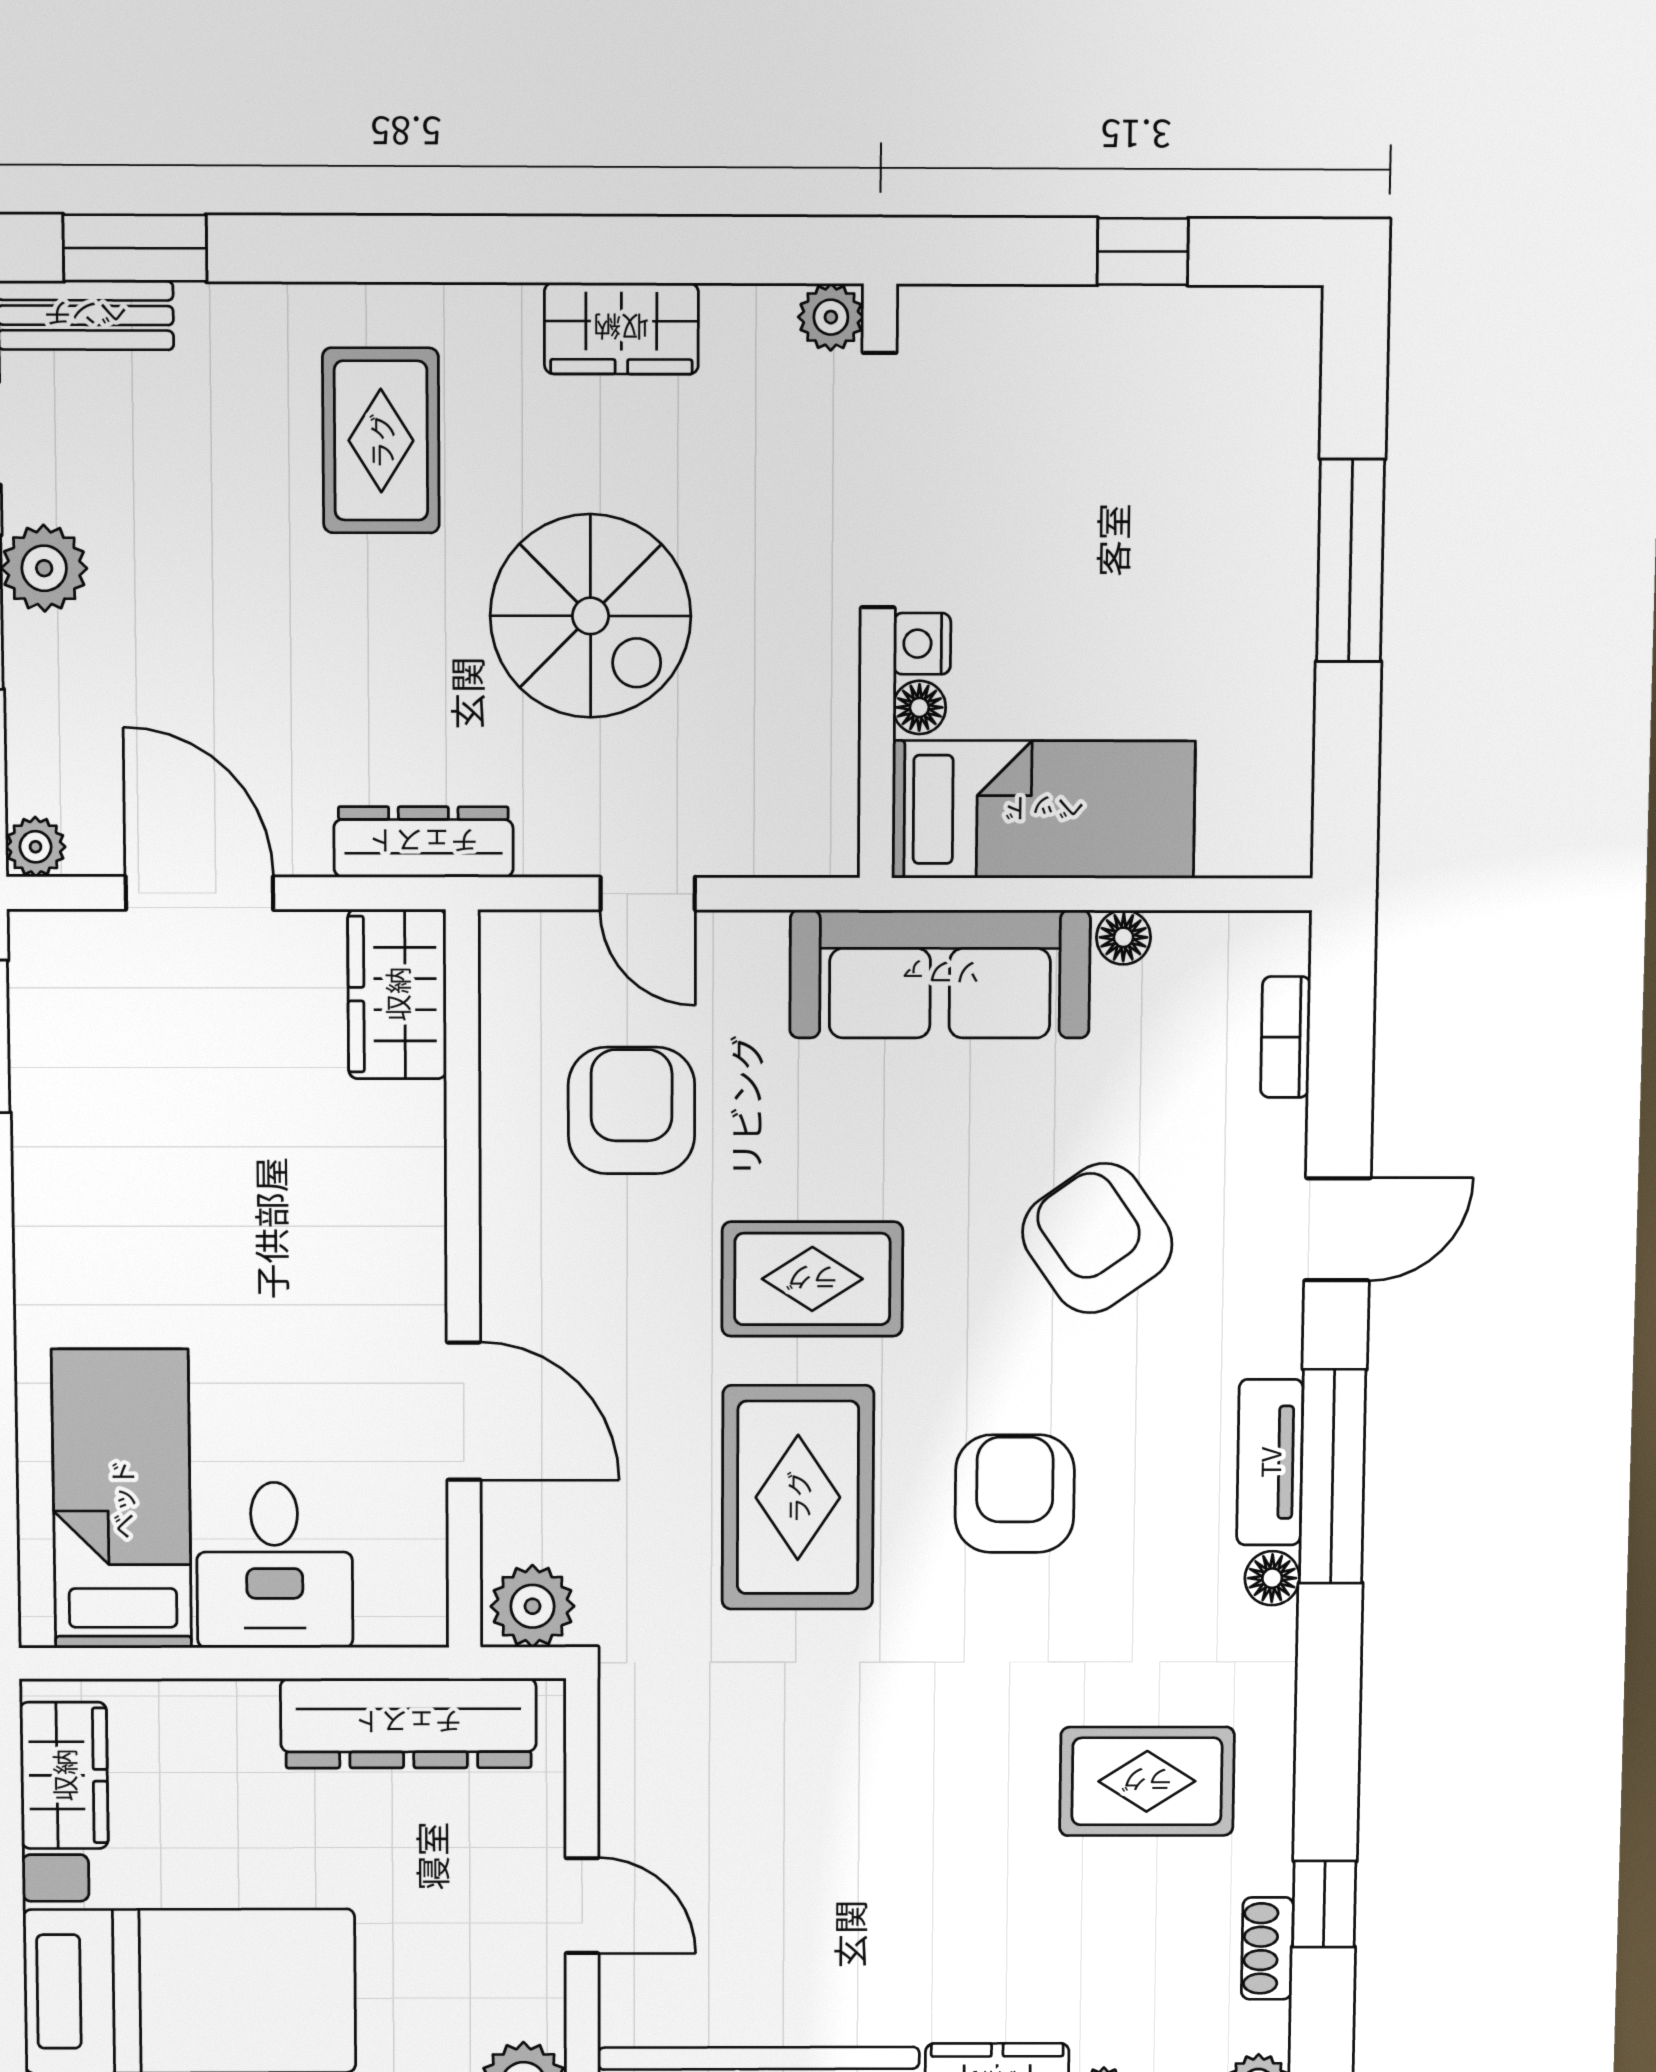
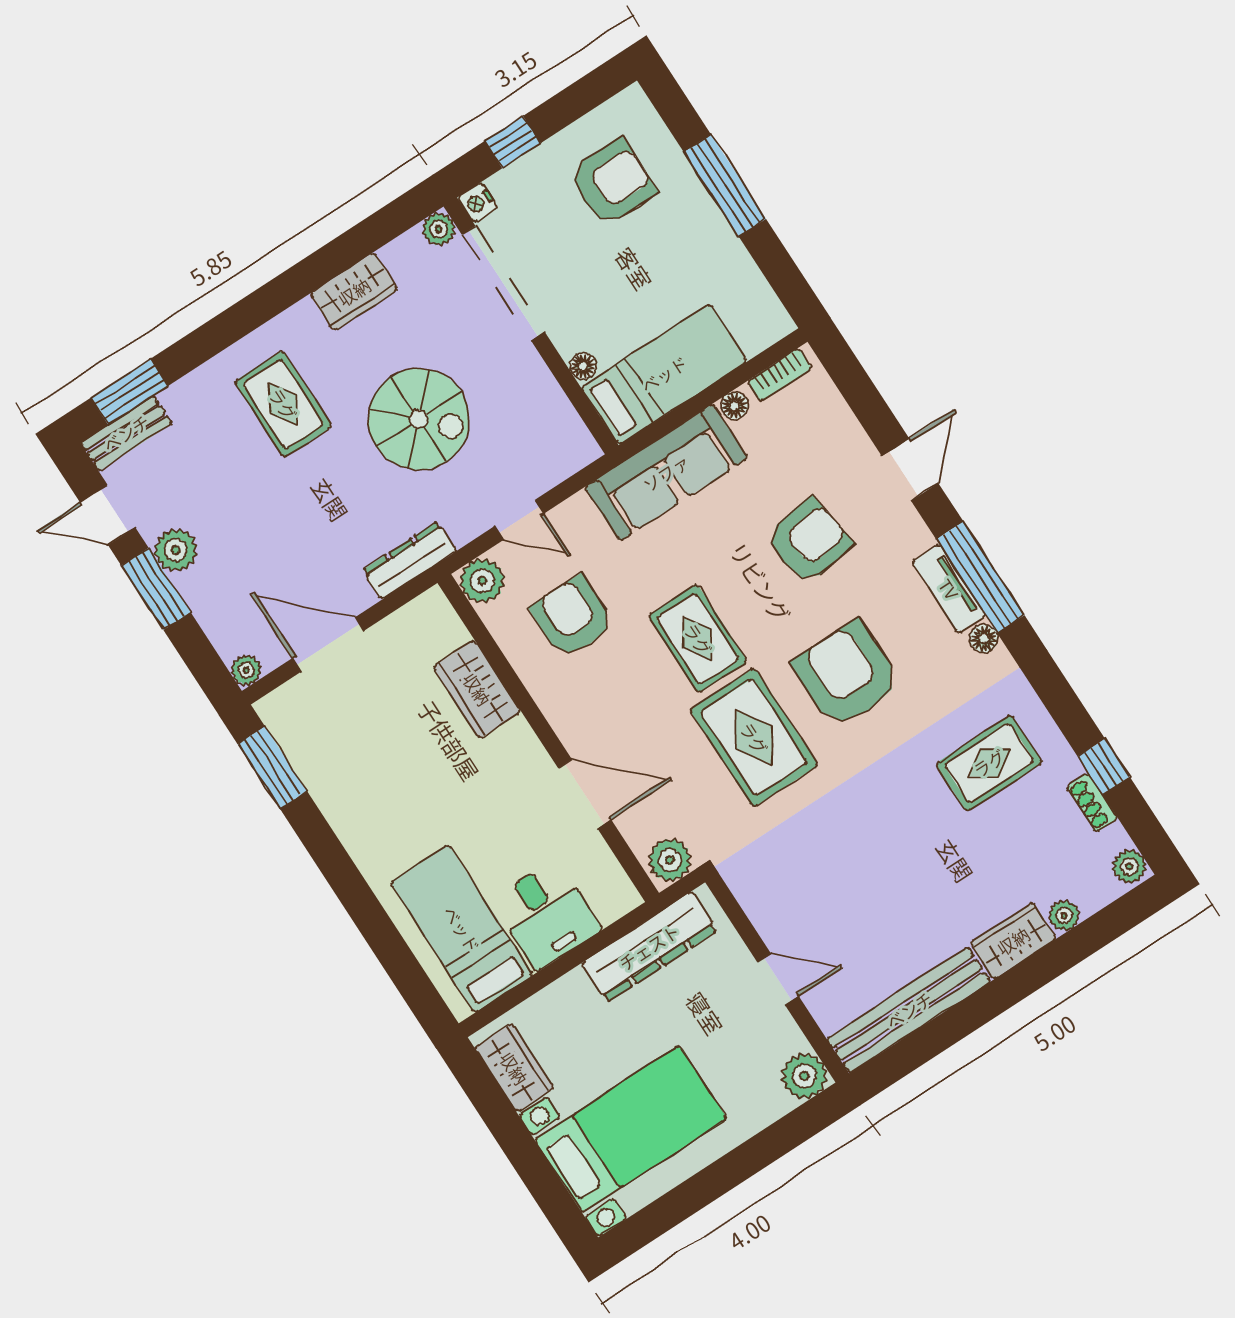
window: (1143, 252) -> (513, 142), moved
armchair: (1169, 431) -> (612, 183), added
nightstand: (922, 644) -> (478, 203), moved
plant: (522, 954) -> (482, 581), added
wardrobe: (397, 994) -> (477, 689), moved
bookcase: (1286, 1037) -> (780, 375), moved, turned -90
armchair: (1097, 1238) -> (809, 541), turned 117
rug: (812, 1279) -> (698, 639), turned 90
armchair: (1015, 1494) -> (847, 675), width x1.36, depth x1.36

